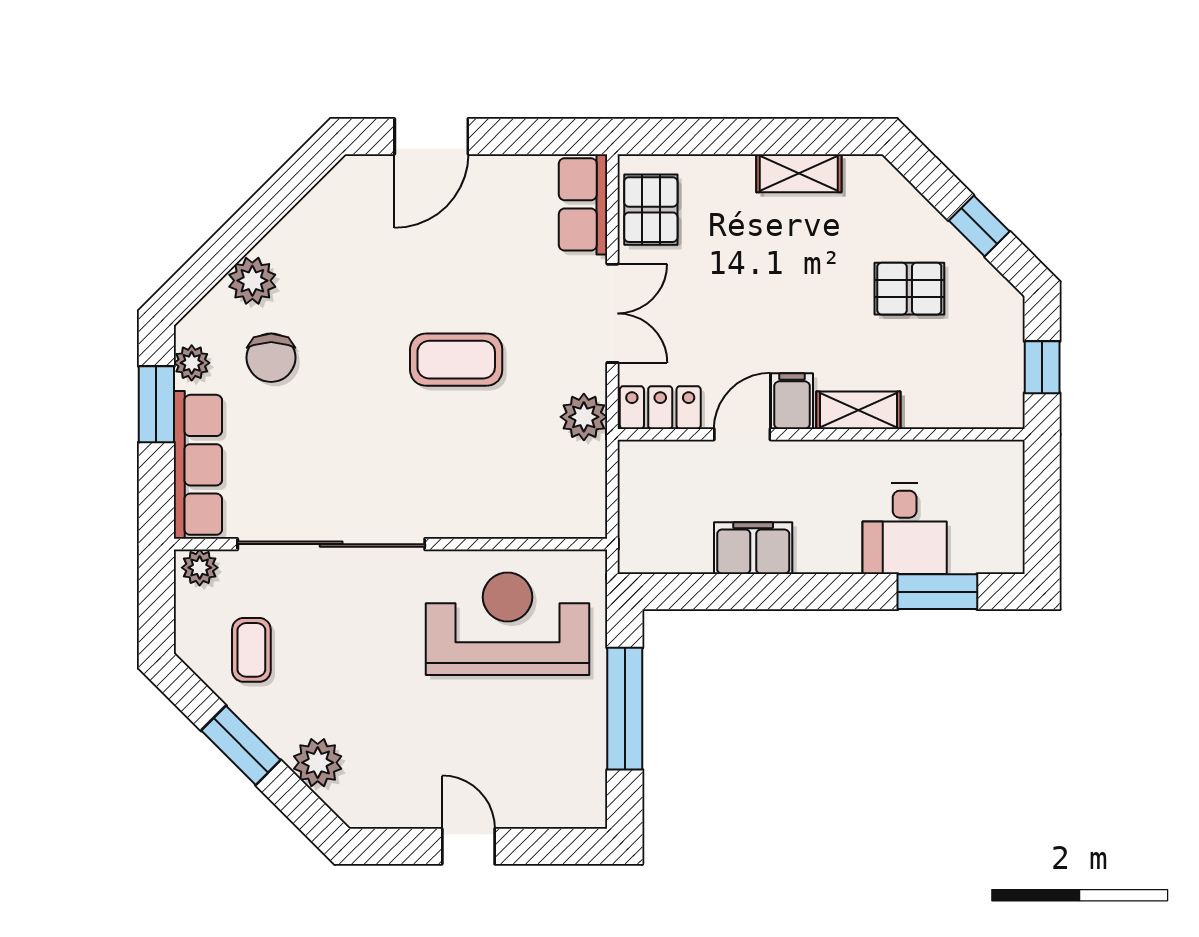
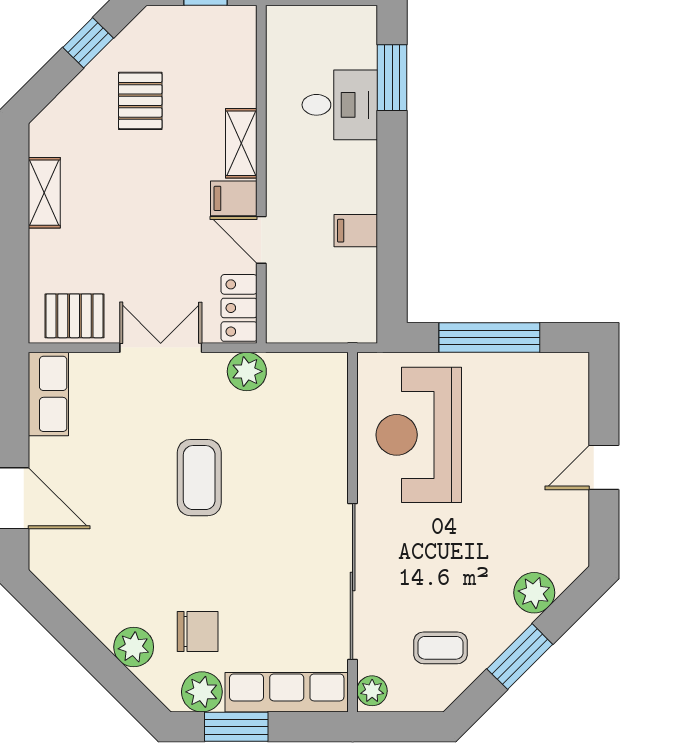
row of seats: (583, 204) -> (48, 394), moved, turned -90
plant: (192, 363) -> (202, 692), width x1.38, depth x1.38
filing cabinet: (753, 548) -> (356, 231), width x0.50

